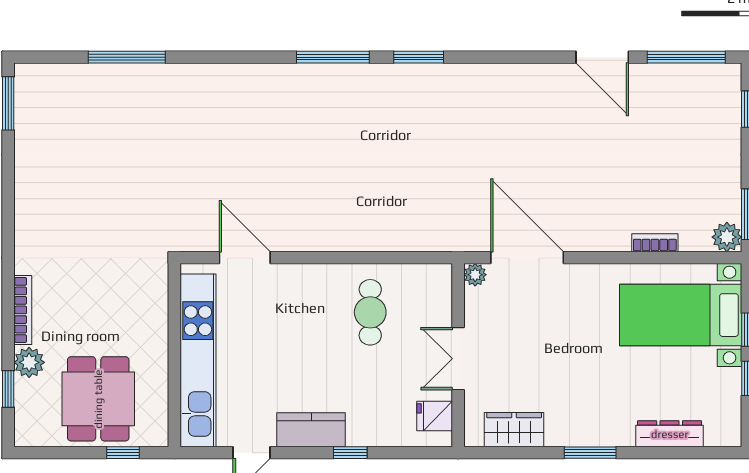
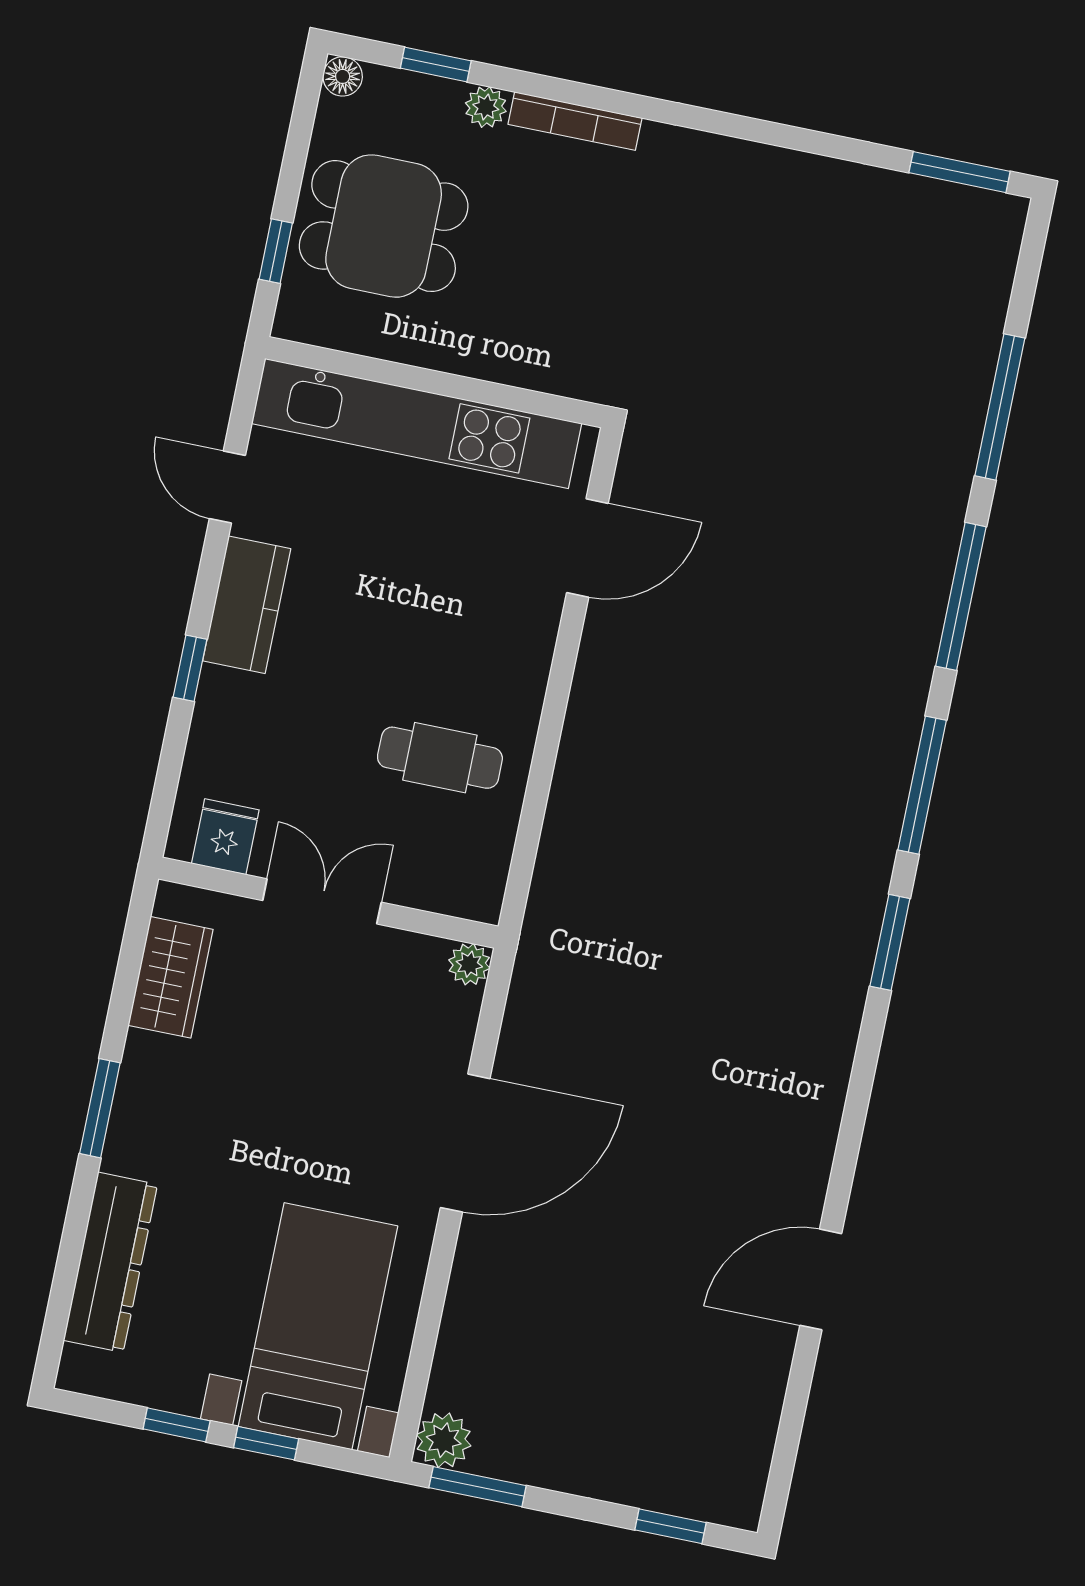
window: (686, 57) -> (961, 596), moved
bookcase: (655, 243) -> (460, 1306), removed
door: (527, 258) -> (465, 1143), moved
plant: (29, 362) -> (486, 107), width x0.73, depth x0.73
dresser: (670, 434) -> (110, 1262), width x1.37, depth x1.24
floor lamp: (24, 436) -> (343, 76), added

